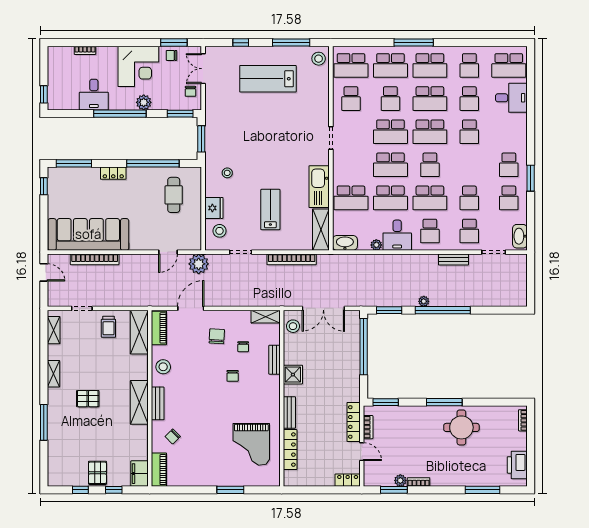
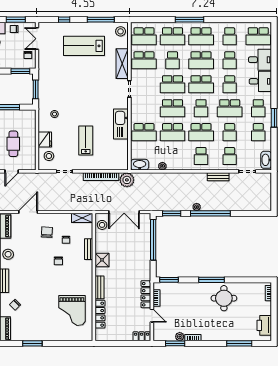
school desk: (351, 99) -> (144, 60), width x1.85
school desk: (469, 165) -> (230, 108), added
cafe table: (174, 195) -> (13, 144), moved
shelving: (321, 230) -> (122, 64), moved
desk: (397, 235) -> (260, 81), moved, turned -90
plant: (199, 264) -> (127, 180), moved
window: (230, 490) -> (32, 343), moved

